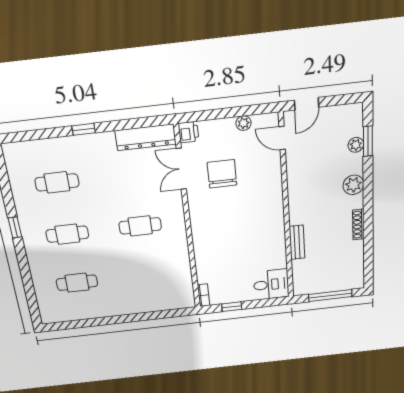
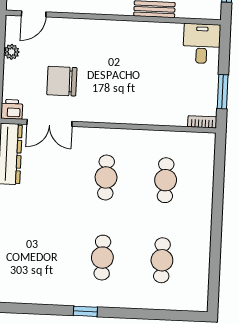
cafe table: (57, 182) -> (166, 180), moved
window: (232, 307) -> (223, 92), width x1.50

